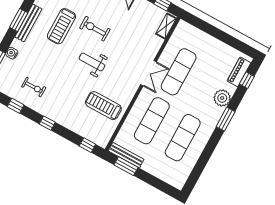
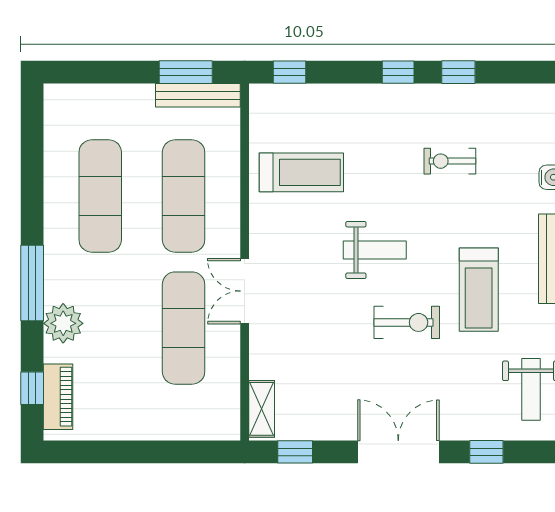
treadmill: (61, 26) -> (479, 290), turned 180
exercise bike: (34, 87) -> (450, 161), moved
window: (16, 106) -> (458, 72), moved
window: (226, 119) -> (32, 283), width x1.44

